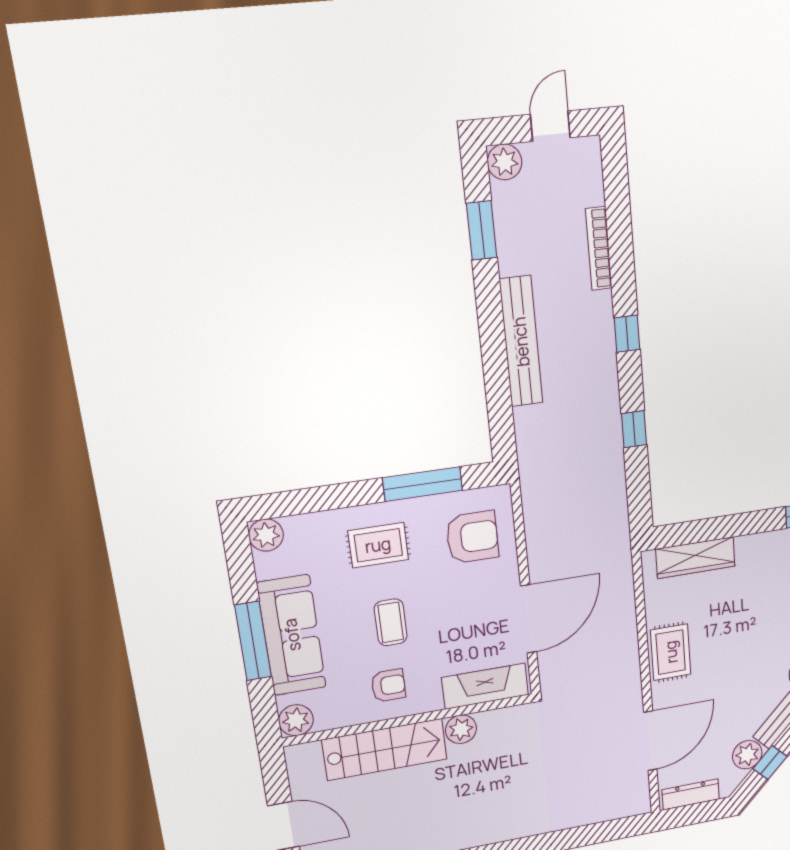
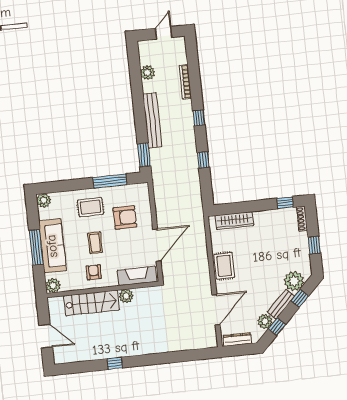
plant: (505, 162) -> (147, 73), moved
window: (482, 230) -> (144, 155), moved
armchair: (472, 537) -> (125, 217), moved
armchair: (388, 685) -> (94, 272), turned -90

